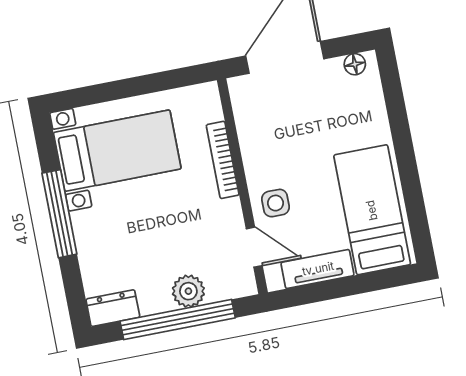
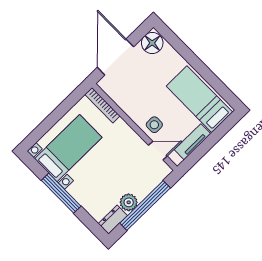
floor lamp: (355, 64) -> (152, 43), width x1.89, depth x1.89
bookcase: (223, 160) -> (102, 105), moved
plant: (188, 291) -> (129, 202), moved

